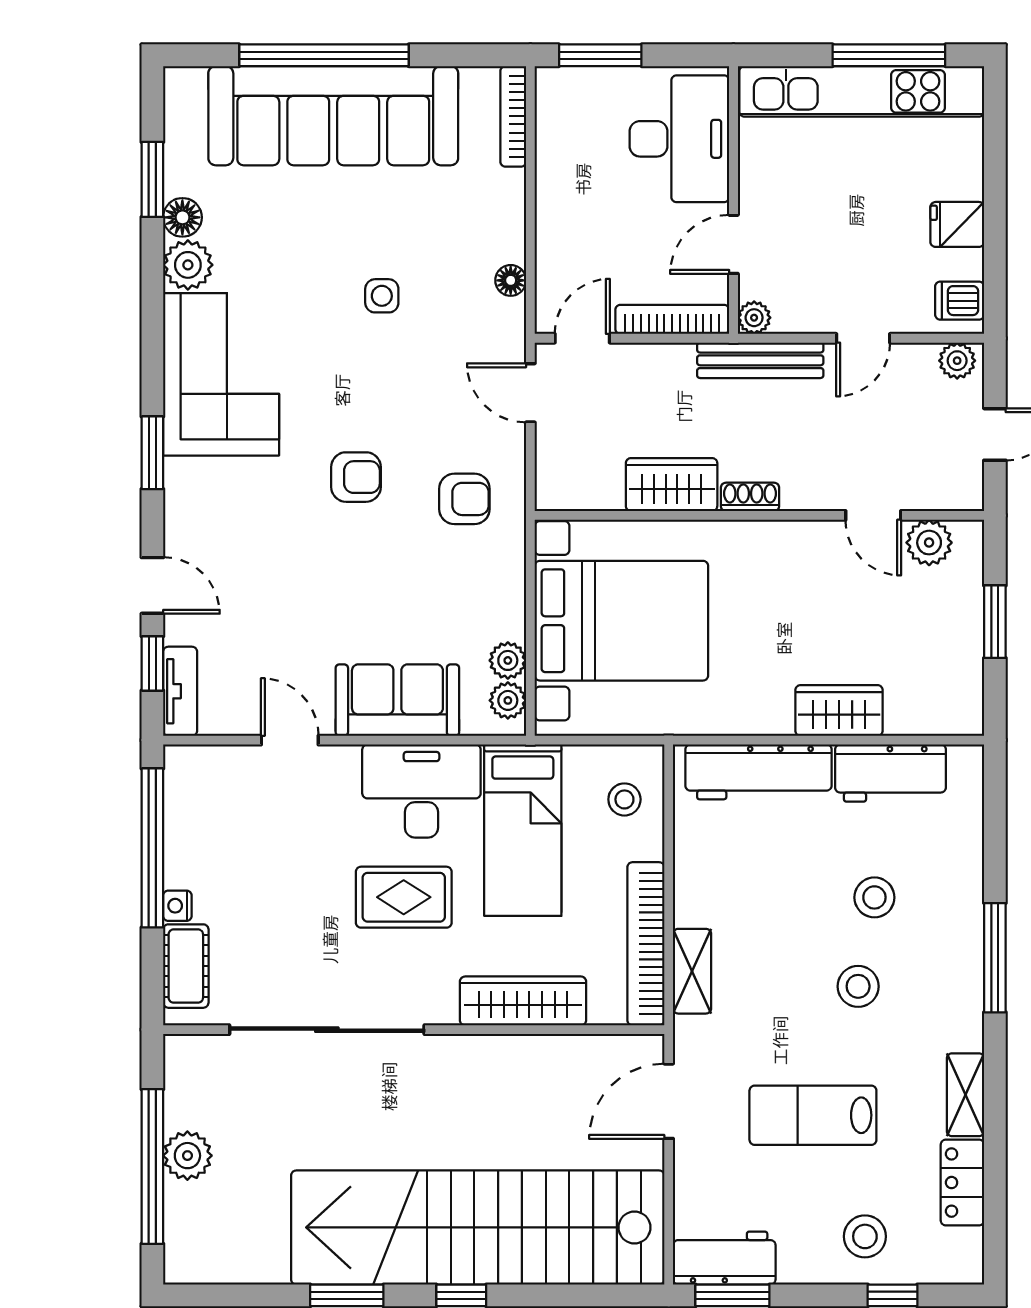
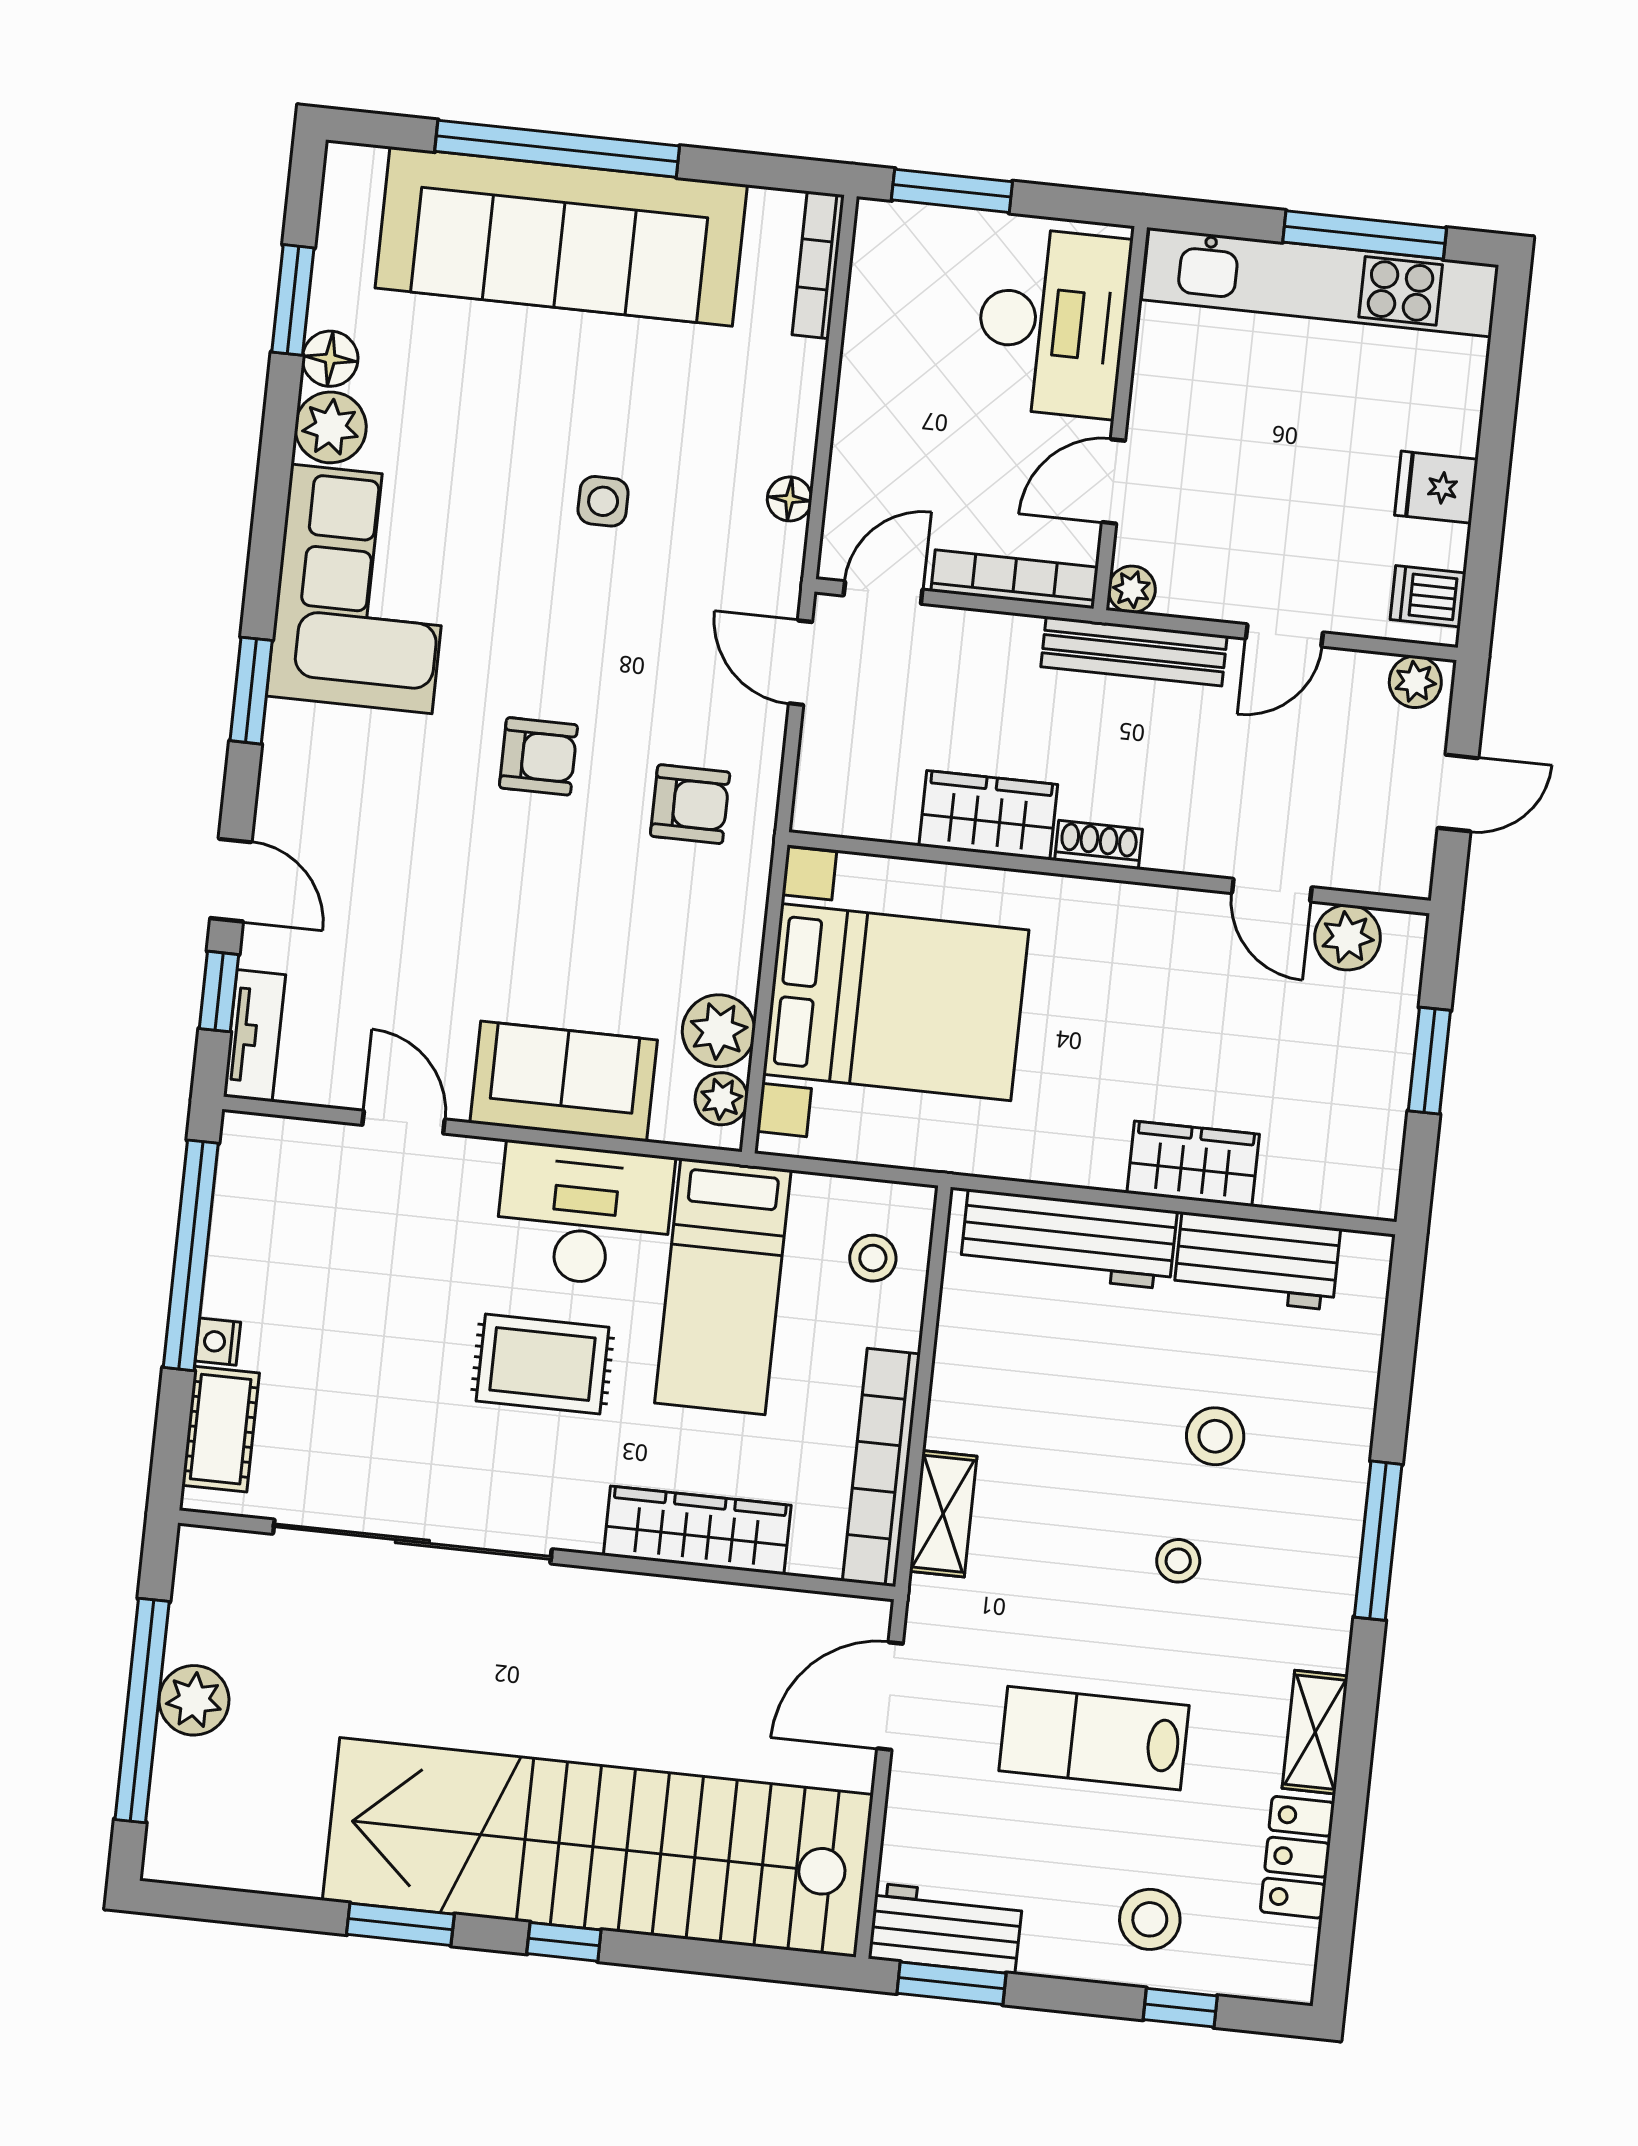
plant: (508, 660) -> (719, 1031), width x1.38, depth x1.38
stool: (858, 986) -> (1178, 1561), width x0.73, depth x0.73

